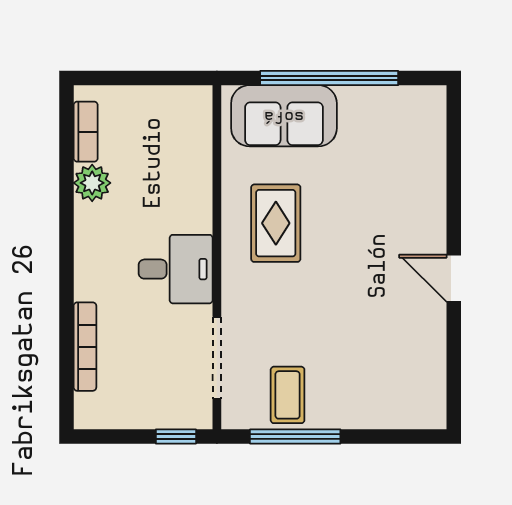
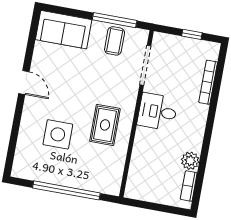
sofa: (284, 116) -> (64, 30), moved, turned 180
side table: (367, 187) -> (58, 134), added
window: (176, 436) -> (192, 34), moved

